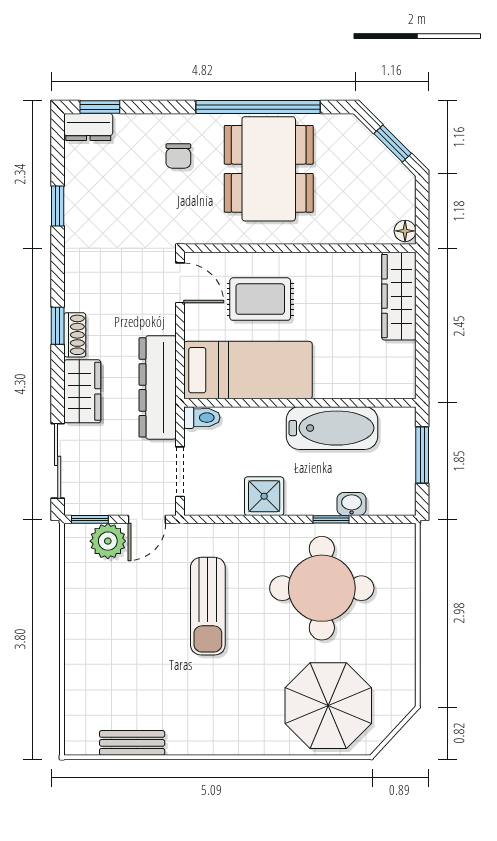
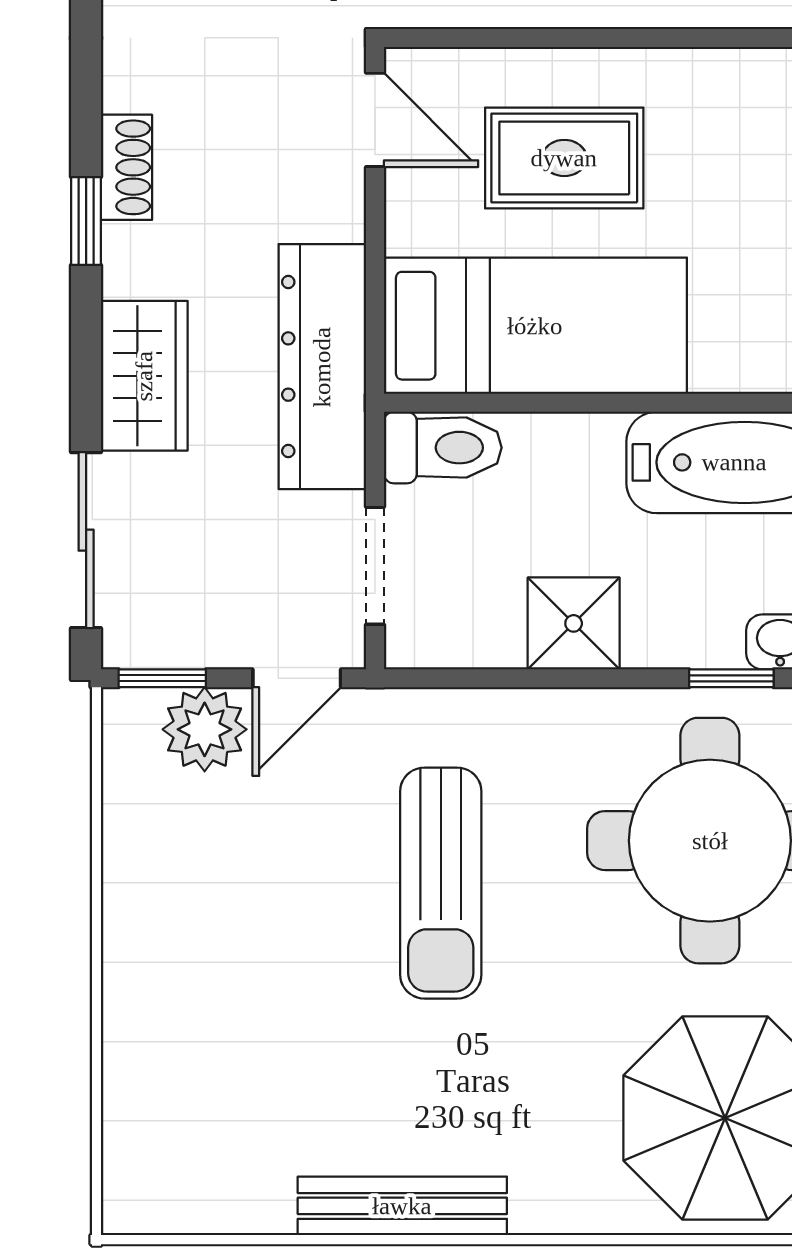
shoe rack: (75, 335) -> (127, 167), moved
toilet: (202, 418) -> (443, 448), width x1.37, depth x1.39
bench: (132, 743) -> (402, 1206), moved, width x1.36

